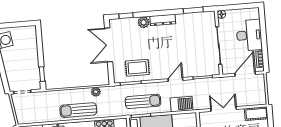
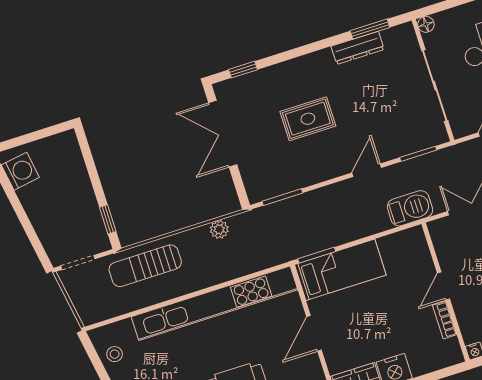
dresser: (163, 20) -> (358, 48), moved
plant: (144, 22) -> (280, 74), removed
rug: (137, 68) -> (308, 119), moved
sun lounger: (143, 101) -> (314, 227), removed
barbecue: (182, 104) -> (410, 208), moved
sun lounger: (78, 110) -> (145, 266), moved

